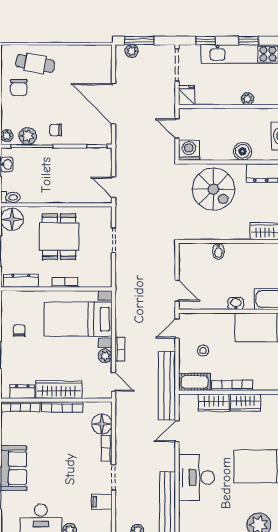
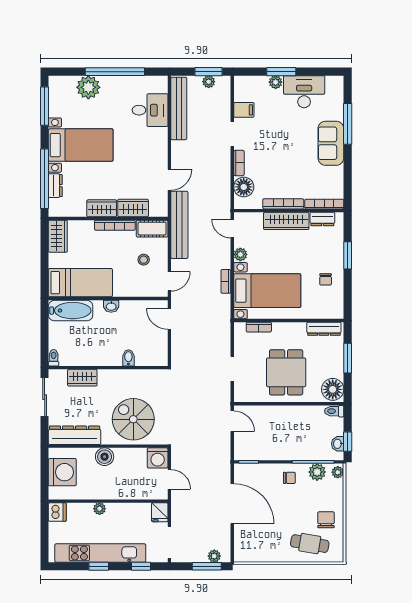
bookcase: (65, 282) -> (259, 327), moved
bookcase: (120, 349) -> (226, 281), moved
desk: (197, 477) -> (150, 110), moved, width x0.73

